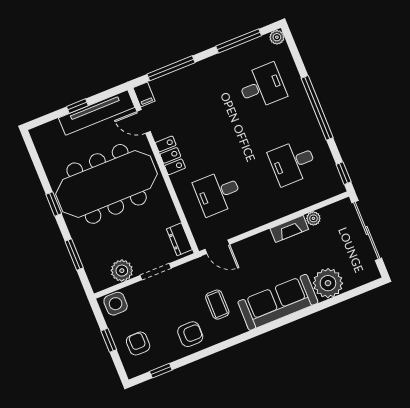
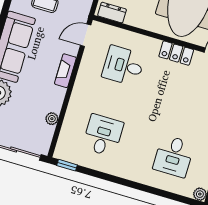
window: (317, 108) -> (128, 183), removed
desk: (218, 193) -> (123, 66), turned -90
fireplace: (289, 229) -> (65, 71), moved

